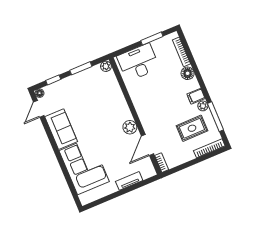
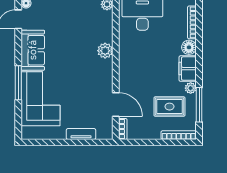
filing cabinet: (196, 96) -> (188, 69), width x2.00
plant: (130, 127) -> (105, 51), moved
door: (147, 145) -> (116, 104), swing flipped
window: (60, 161) -> (18, 83), added

